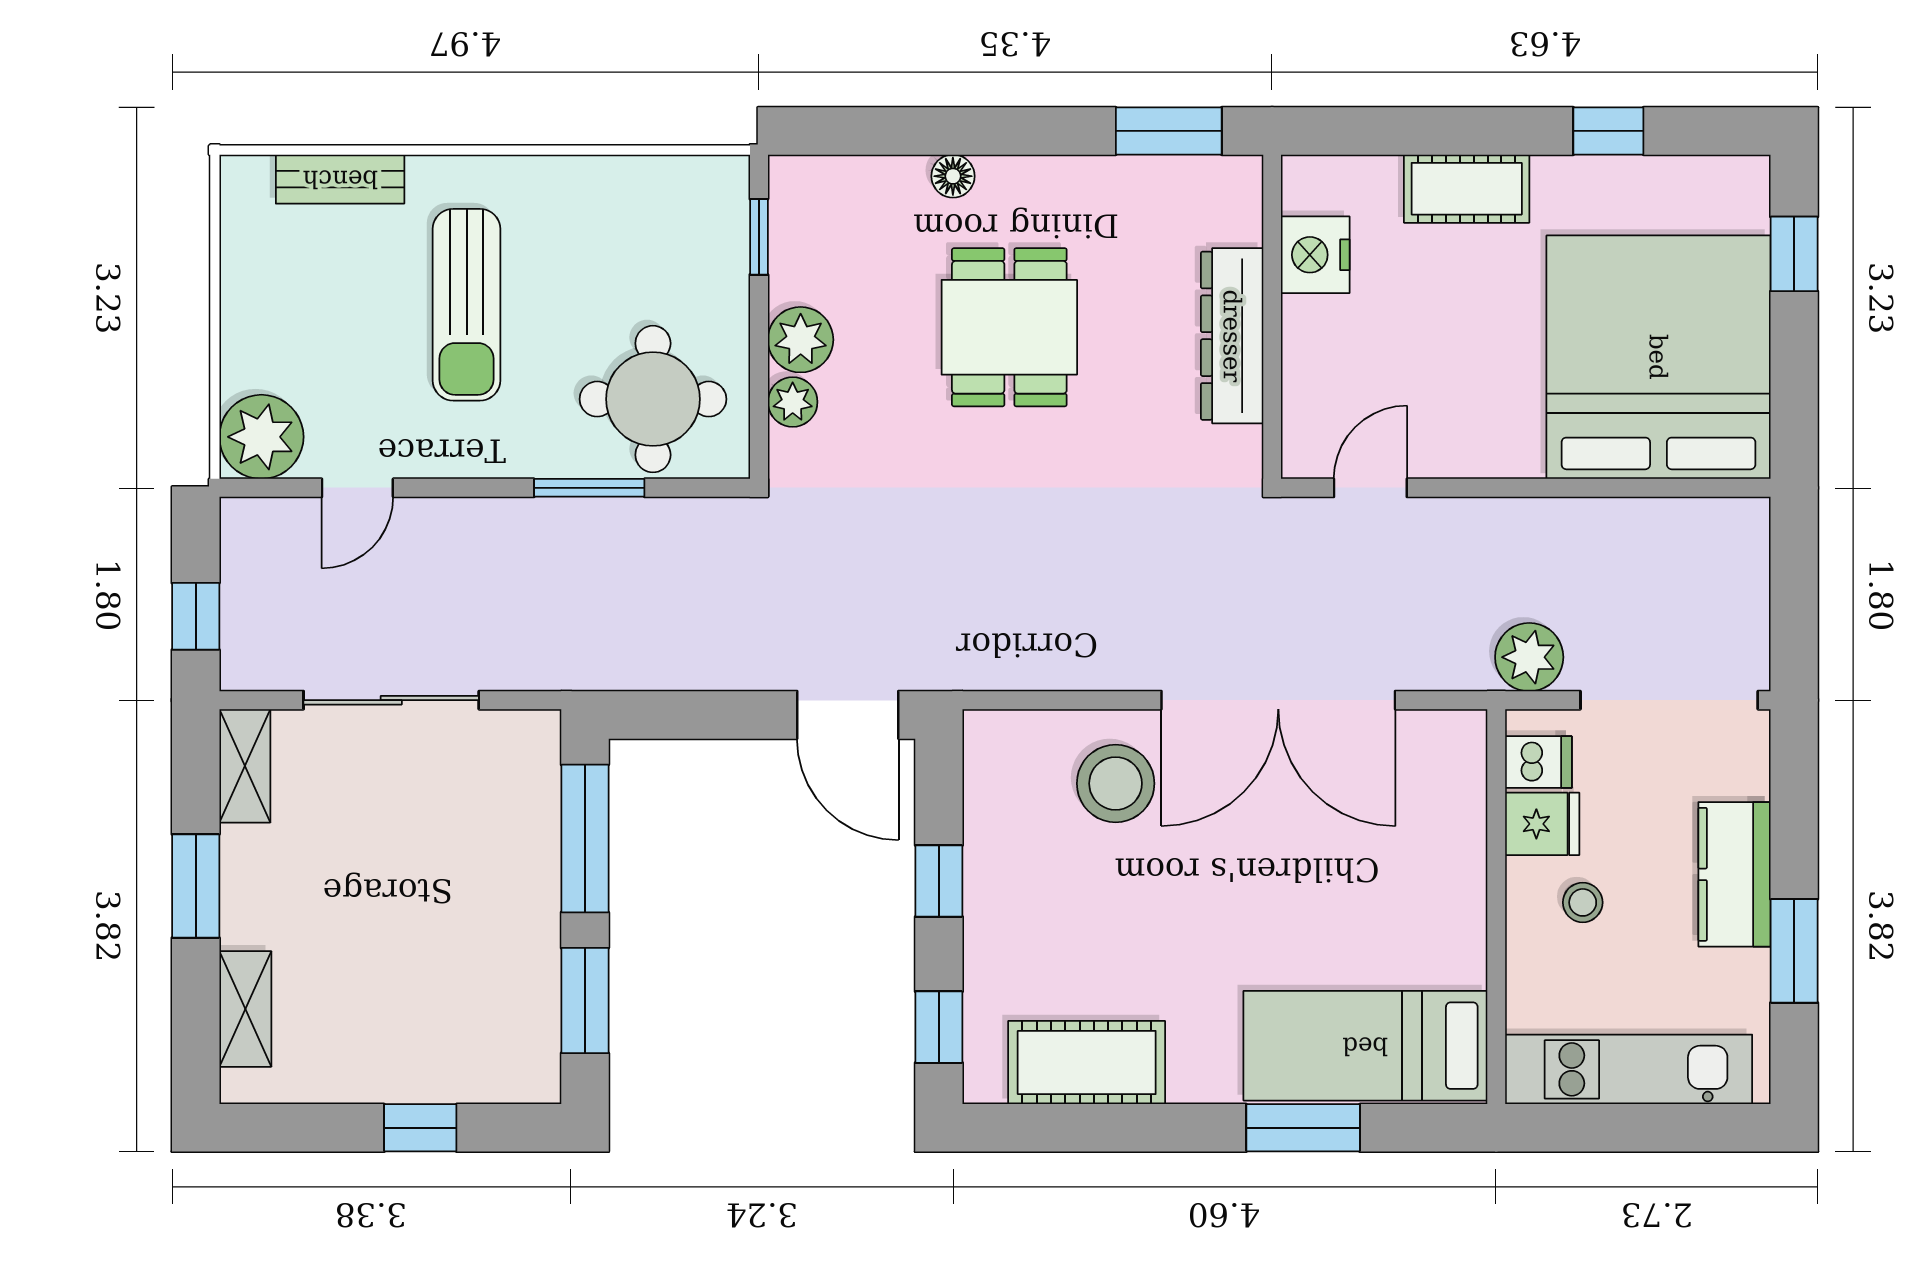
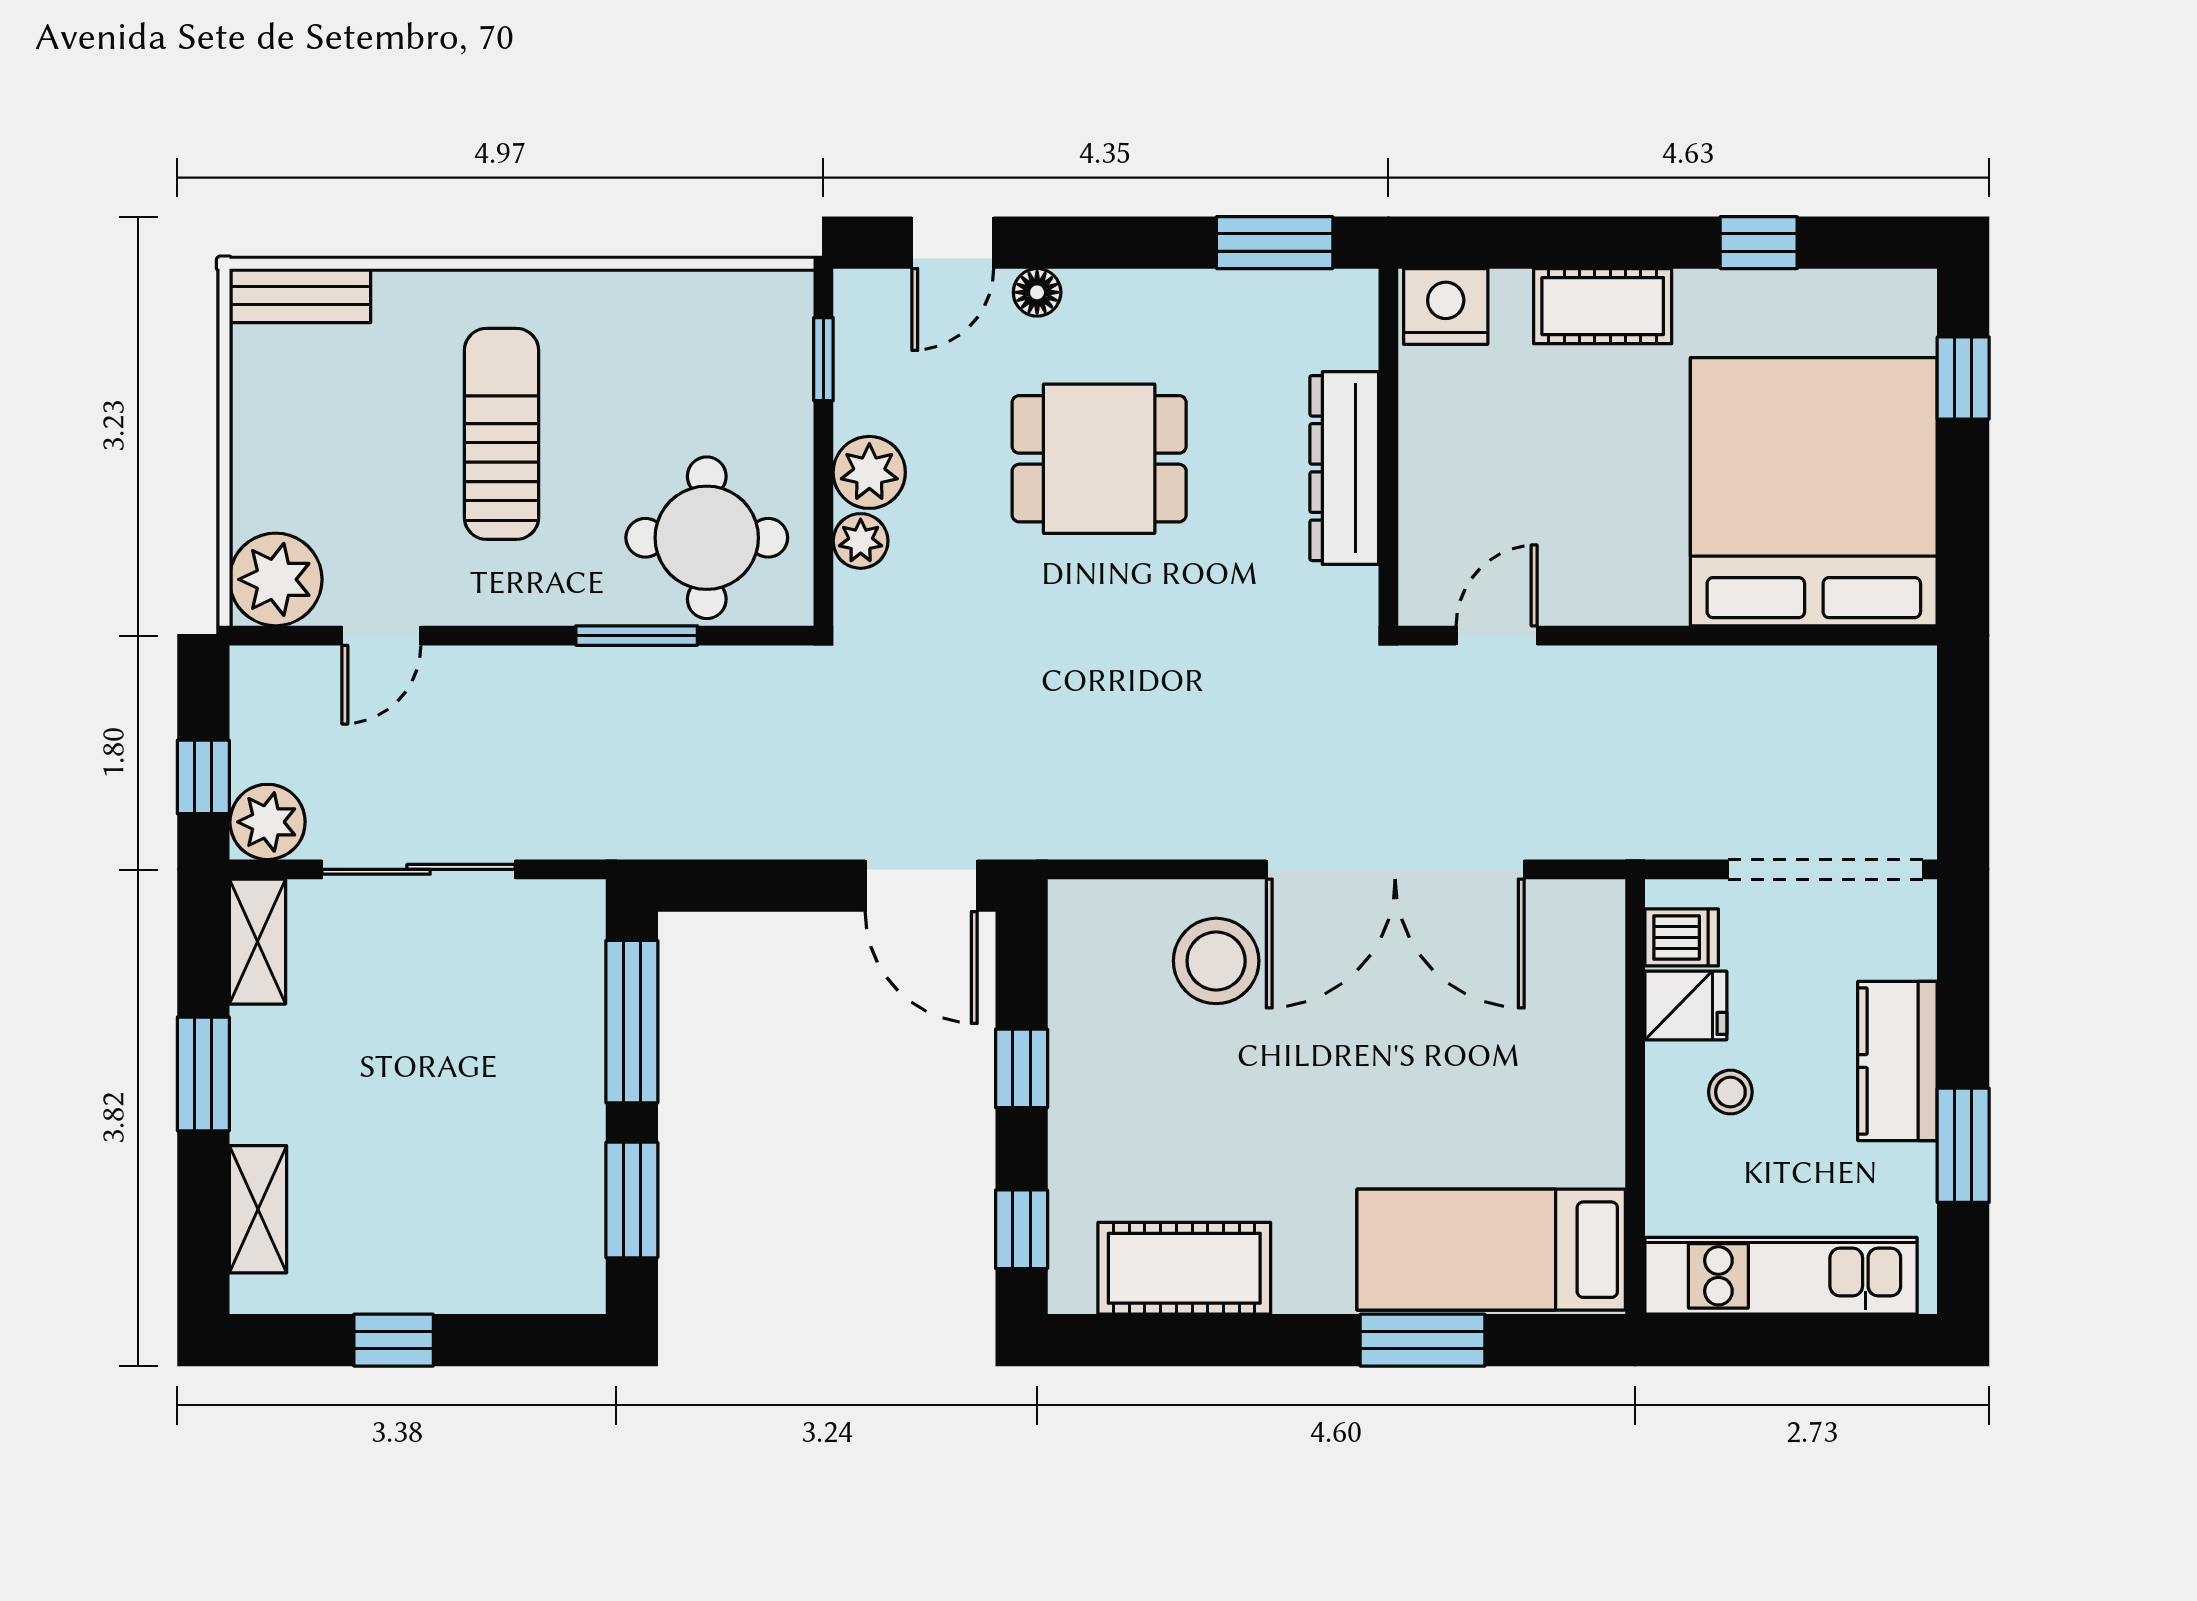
door: (876, 131) -> (953, 243), added
bench: (340, 179) -> (300, 296), moved
nightstand: (1315, 255) -> (1446, 306), moved, turned 90
sun lounger: (467, 305) -> (501, 434), turned 180
dining table: (1009, 327) -> (1099, 459), turned 90
plant: (1529, 657) -> (268, 822), moved
window: (420, 1128) -> (394, 1340), moved

